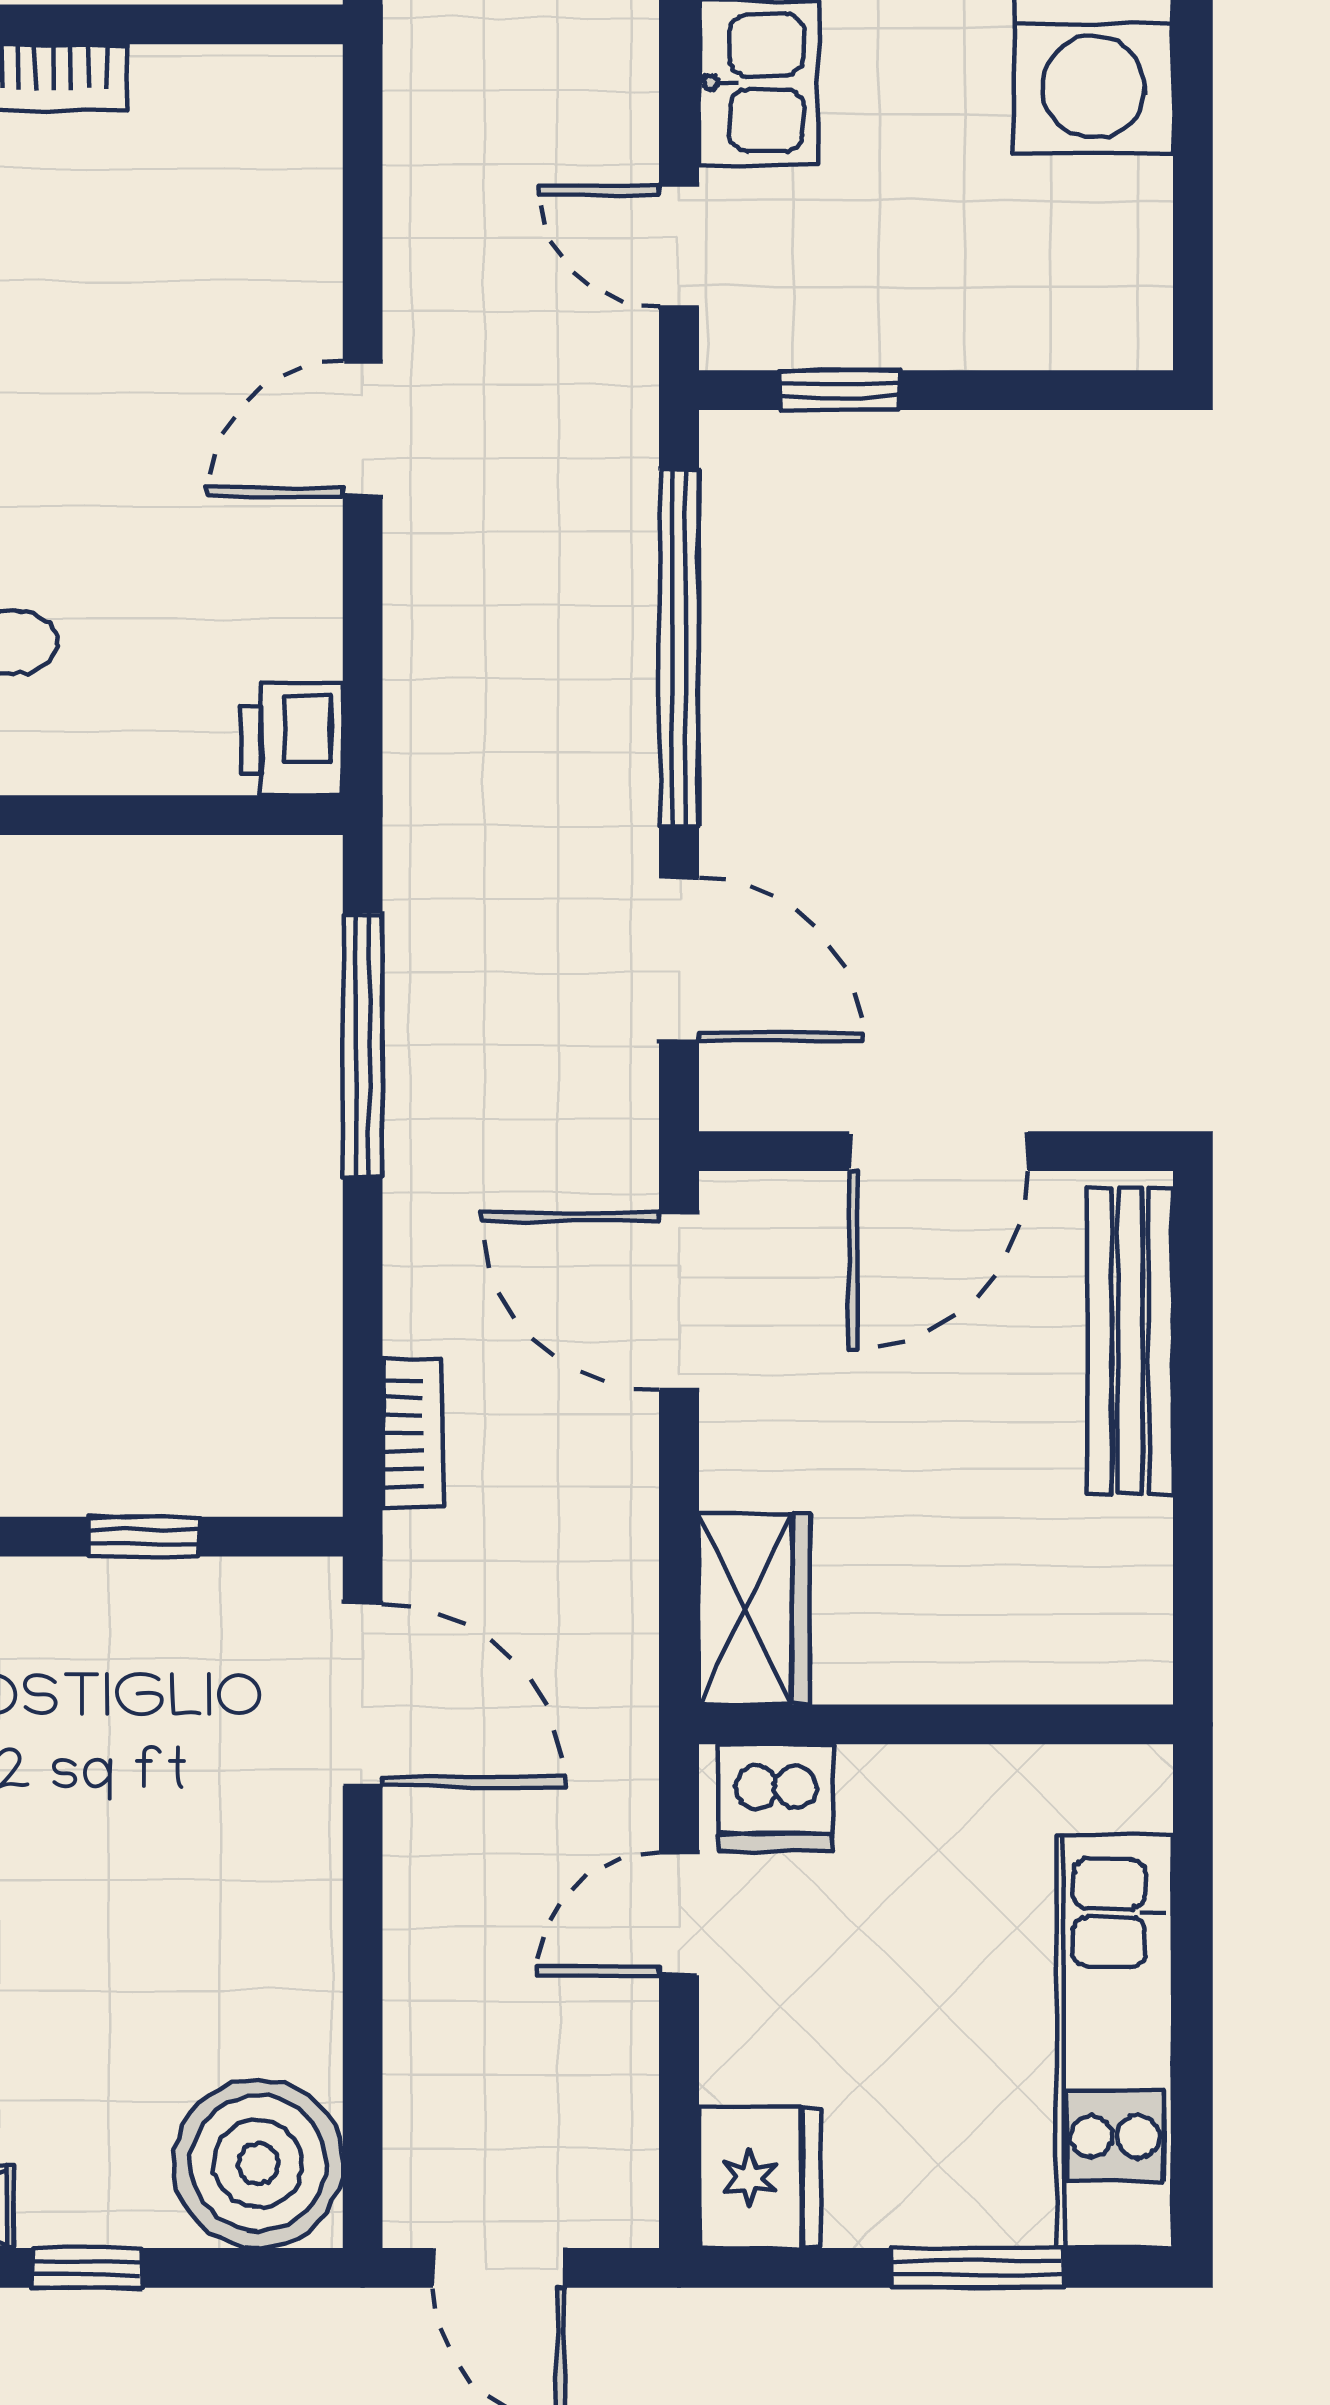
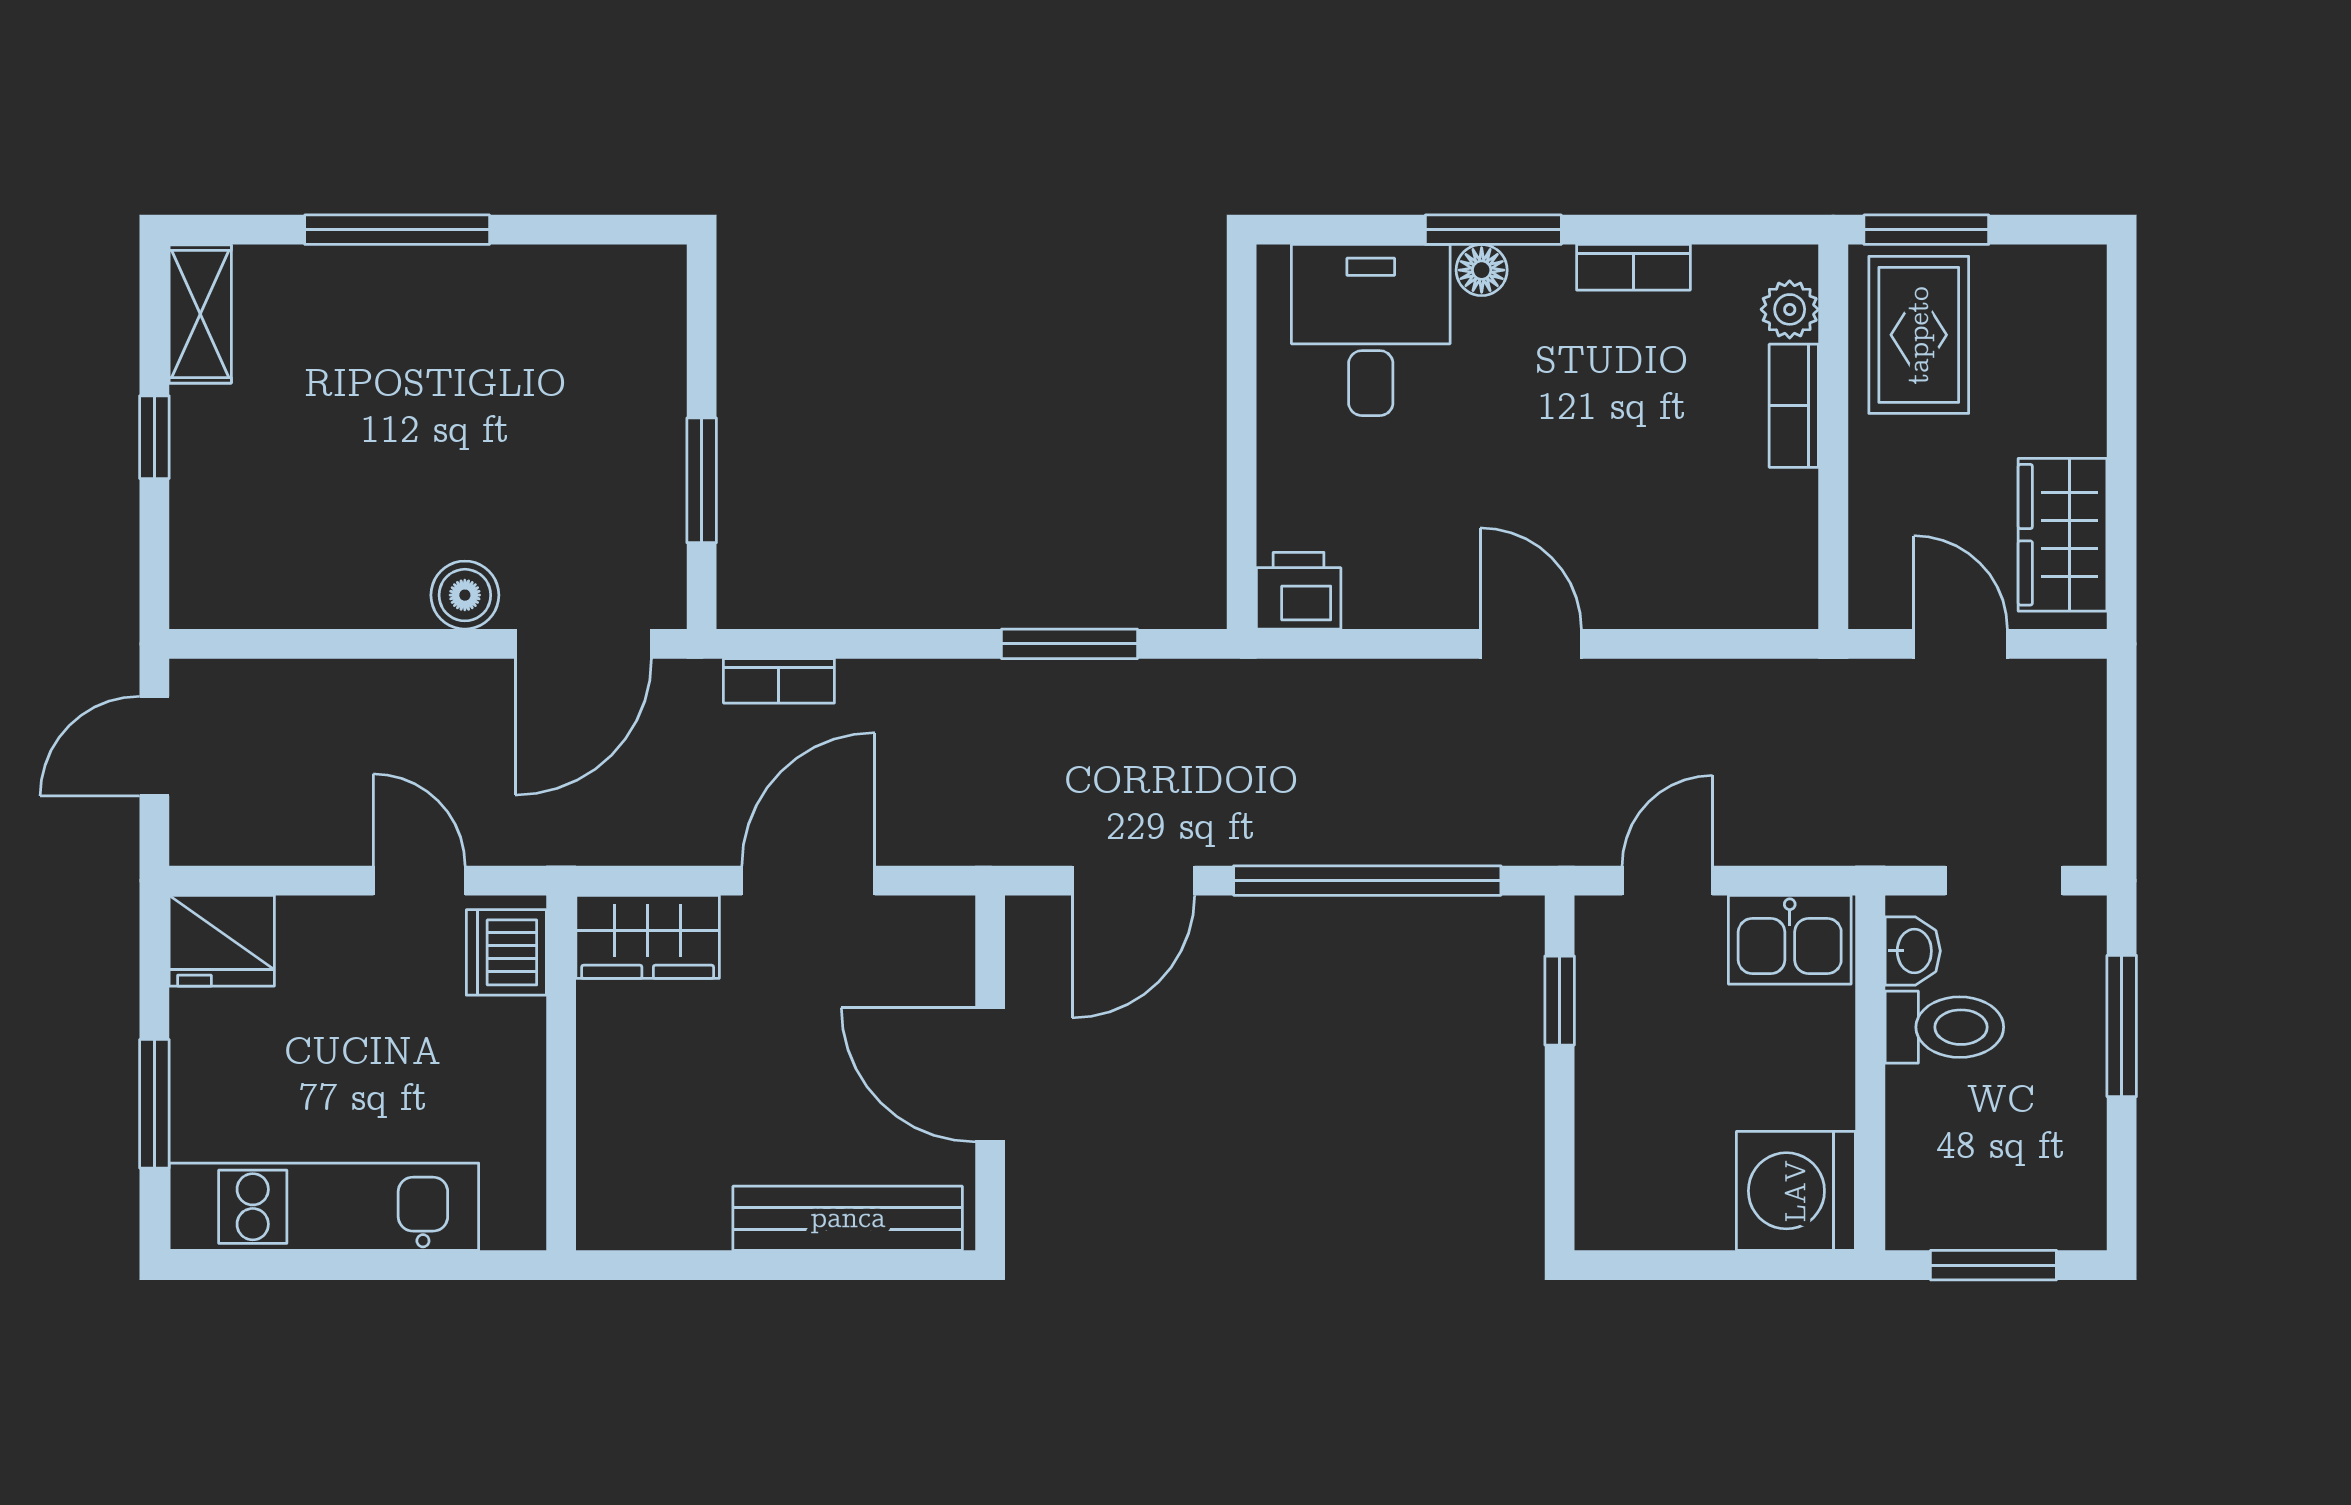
window: (363, 1045) -> (1070, 644), width x0.69
door: (679, 1301) -> (808, 881), moved
window: (144, 1537) -> (702, 480), width x1.50
boiler: (258, 2164) -> (465, 595), moved, width x0.54, depth x0.54

